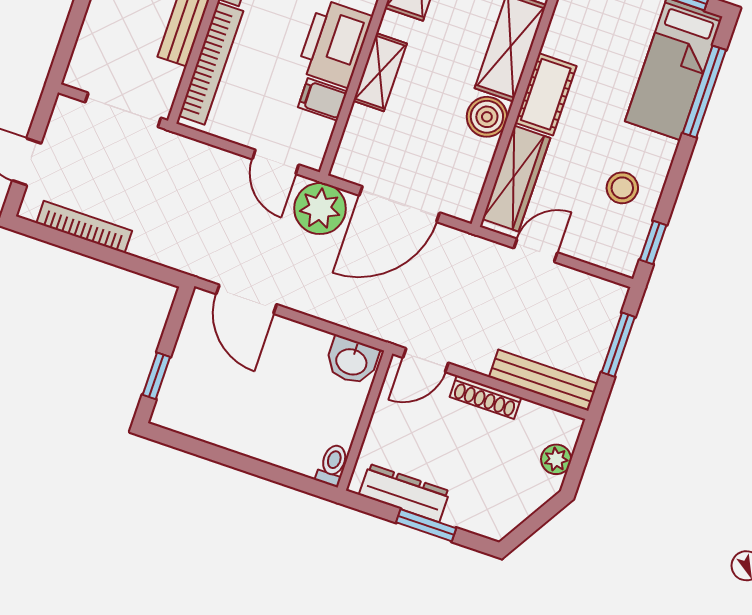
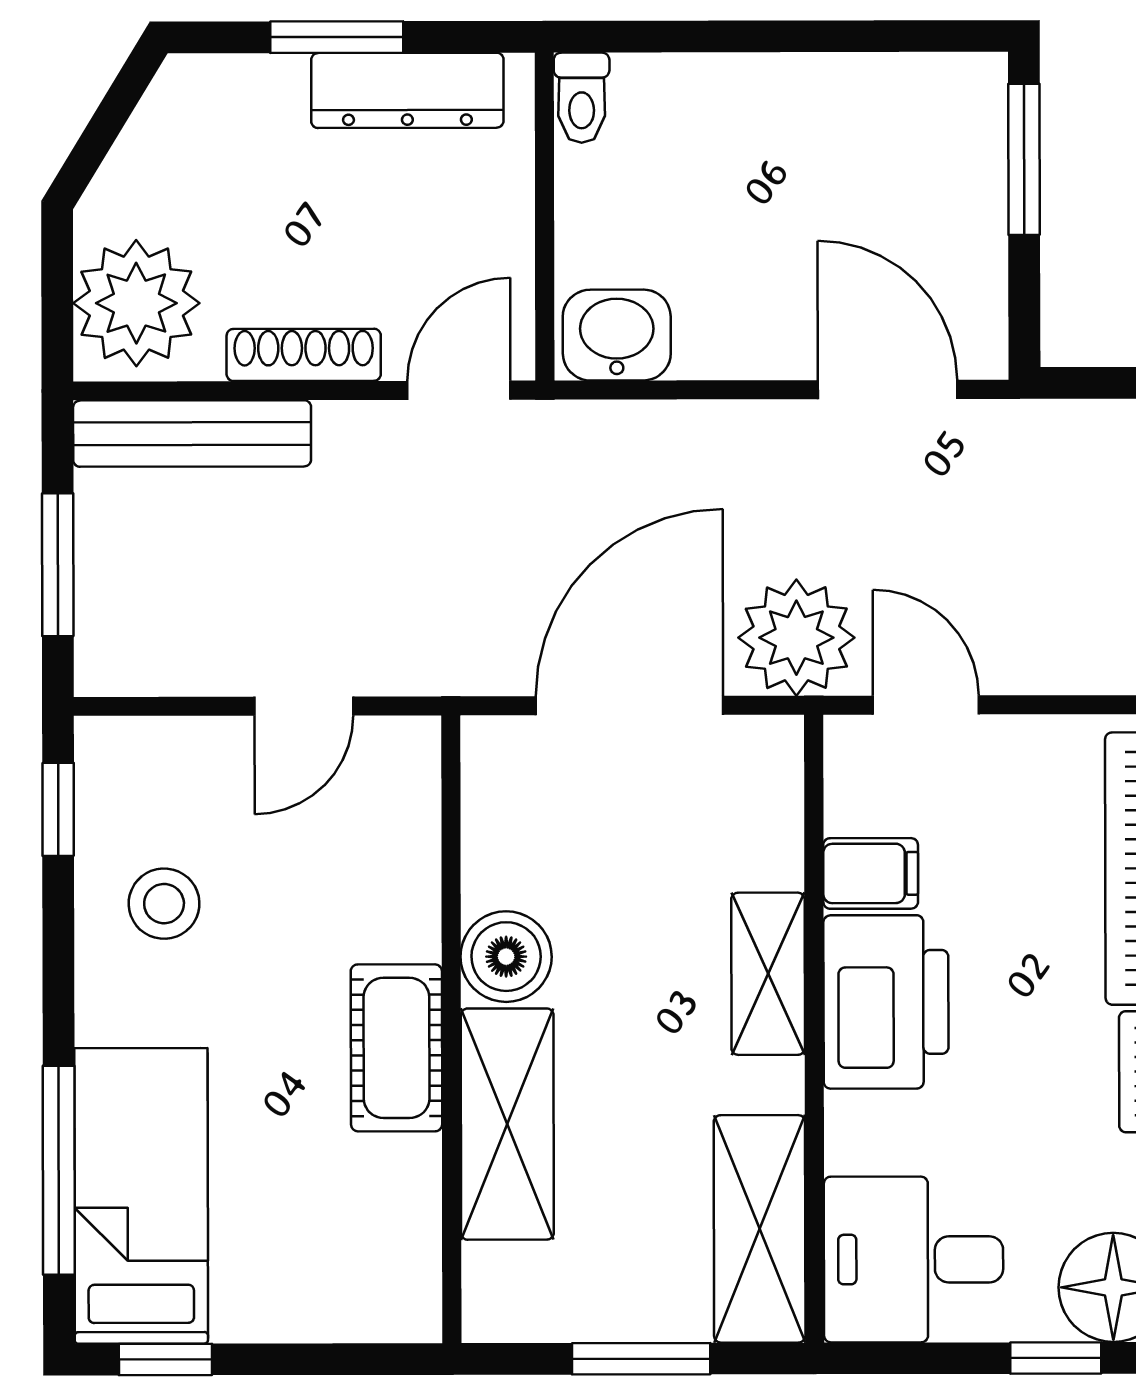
wardrobe: (516, 178) -> (398, 846), removed
window: (156, 376) -> (1024, 159), width x1.50
plant: (556, 459) -> (136, 303), width x1.87, depth x1.87

